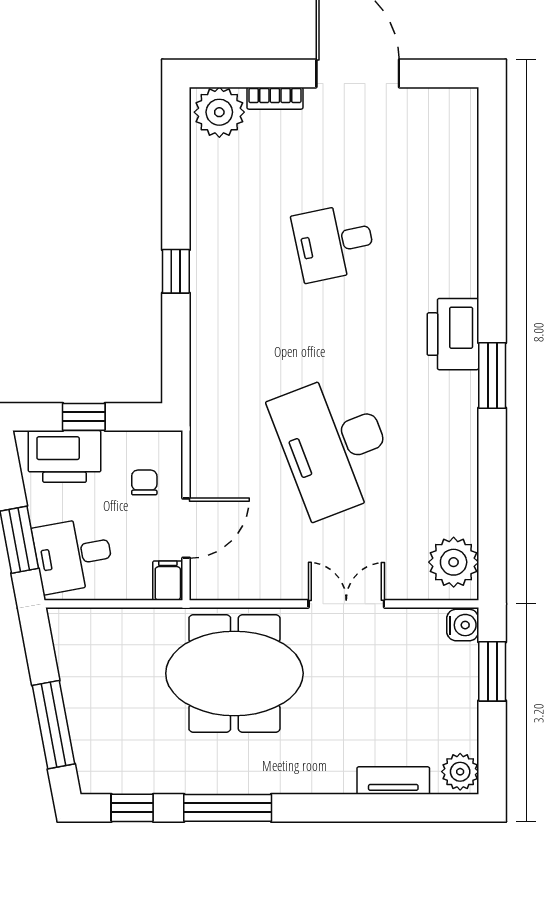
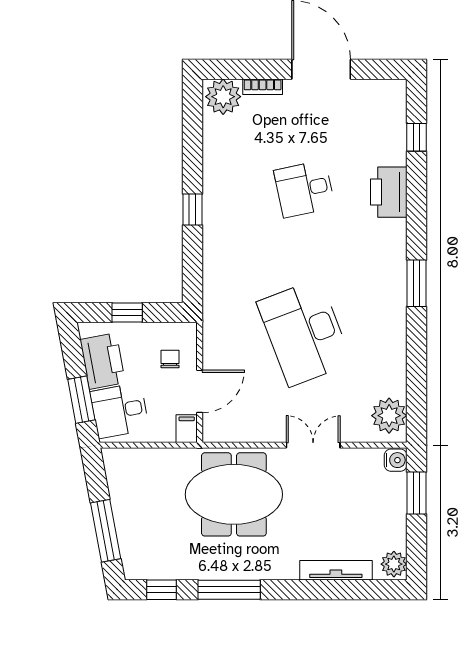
window: (492, 170) -> (416, 137), added
printer: (453, 334) -> (389, 192), moved
printer: (65, 456) -> (103, 361), moved, turned -101
tv unit: (393, 780) -> (336, 570), width x1.41

